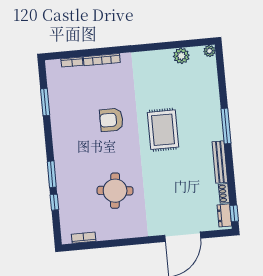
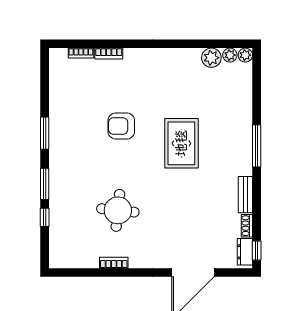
plant: (197, 52) -> (230, 55), added
bookcase: (102, 60) -> (109, 54), width x0.64
window: (45, 102) -> (45, 133), moved
bench: (220, 162) -> (245, 195), width x0.73
bookcase: (84, 238) -> (114, 263), moved

